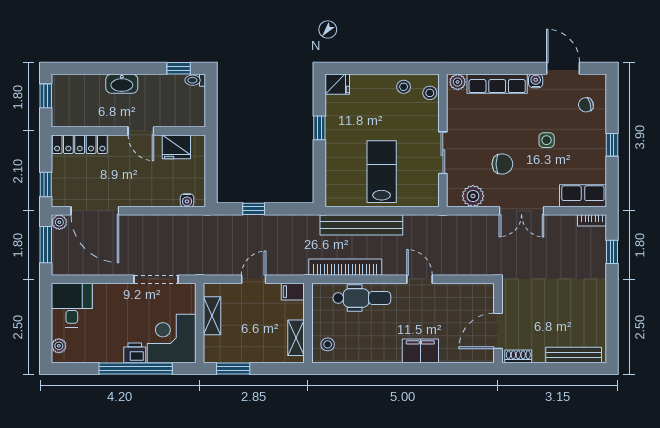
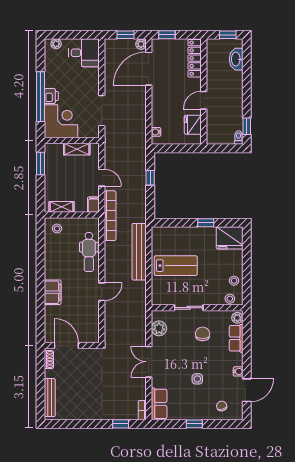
washbasin: (122, 84) -> (236, 59), moved
fridge: (337, 84) -> (230, 238), width x1.88, depth x1.34
row of seats: (497, 84) -> (236, 338), width x0.68
chair: (502, 164) -> (203, 334), moved, turned 180
window: (46, 245) -> (126, 35), width x0.67
bookcase: (345, 267) -> (110, 216), moved

